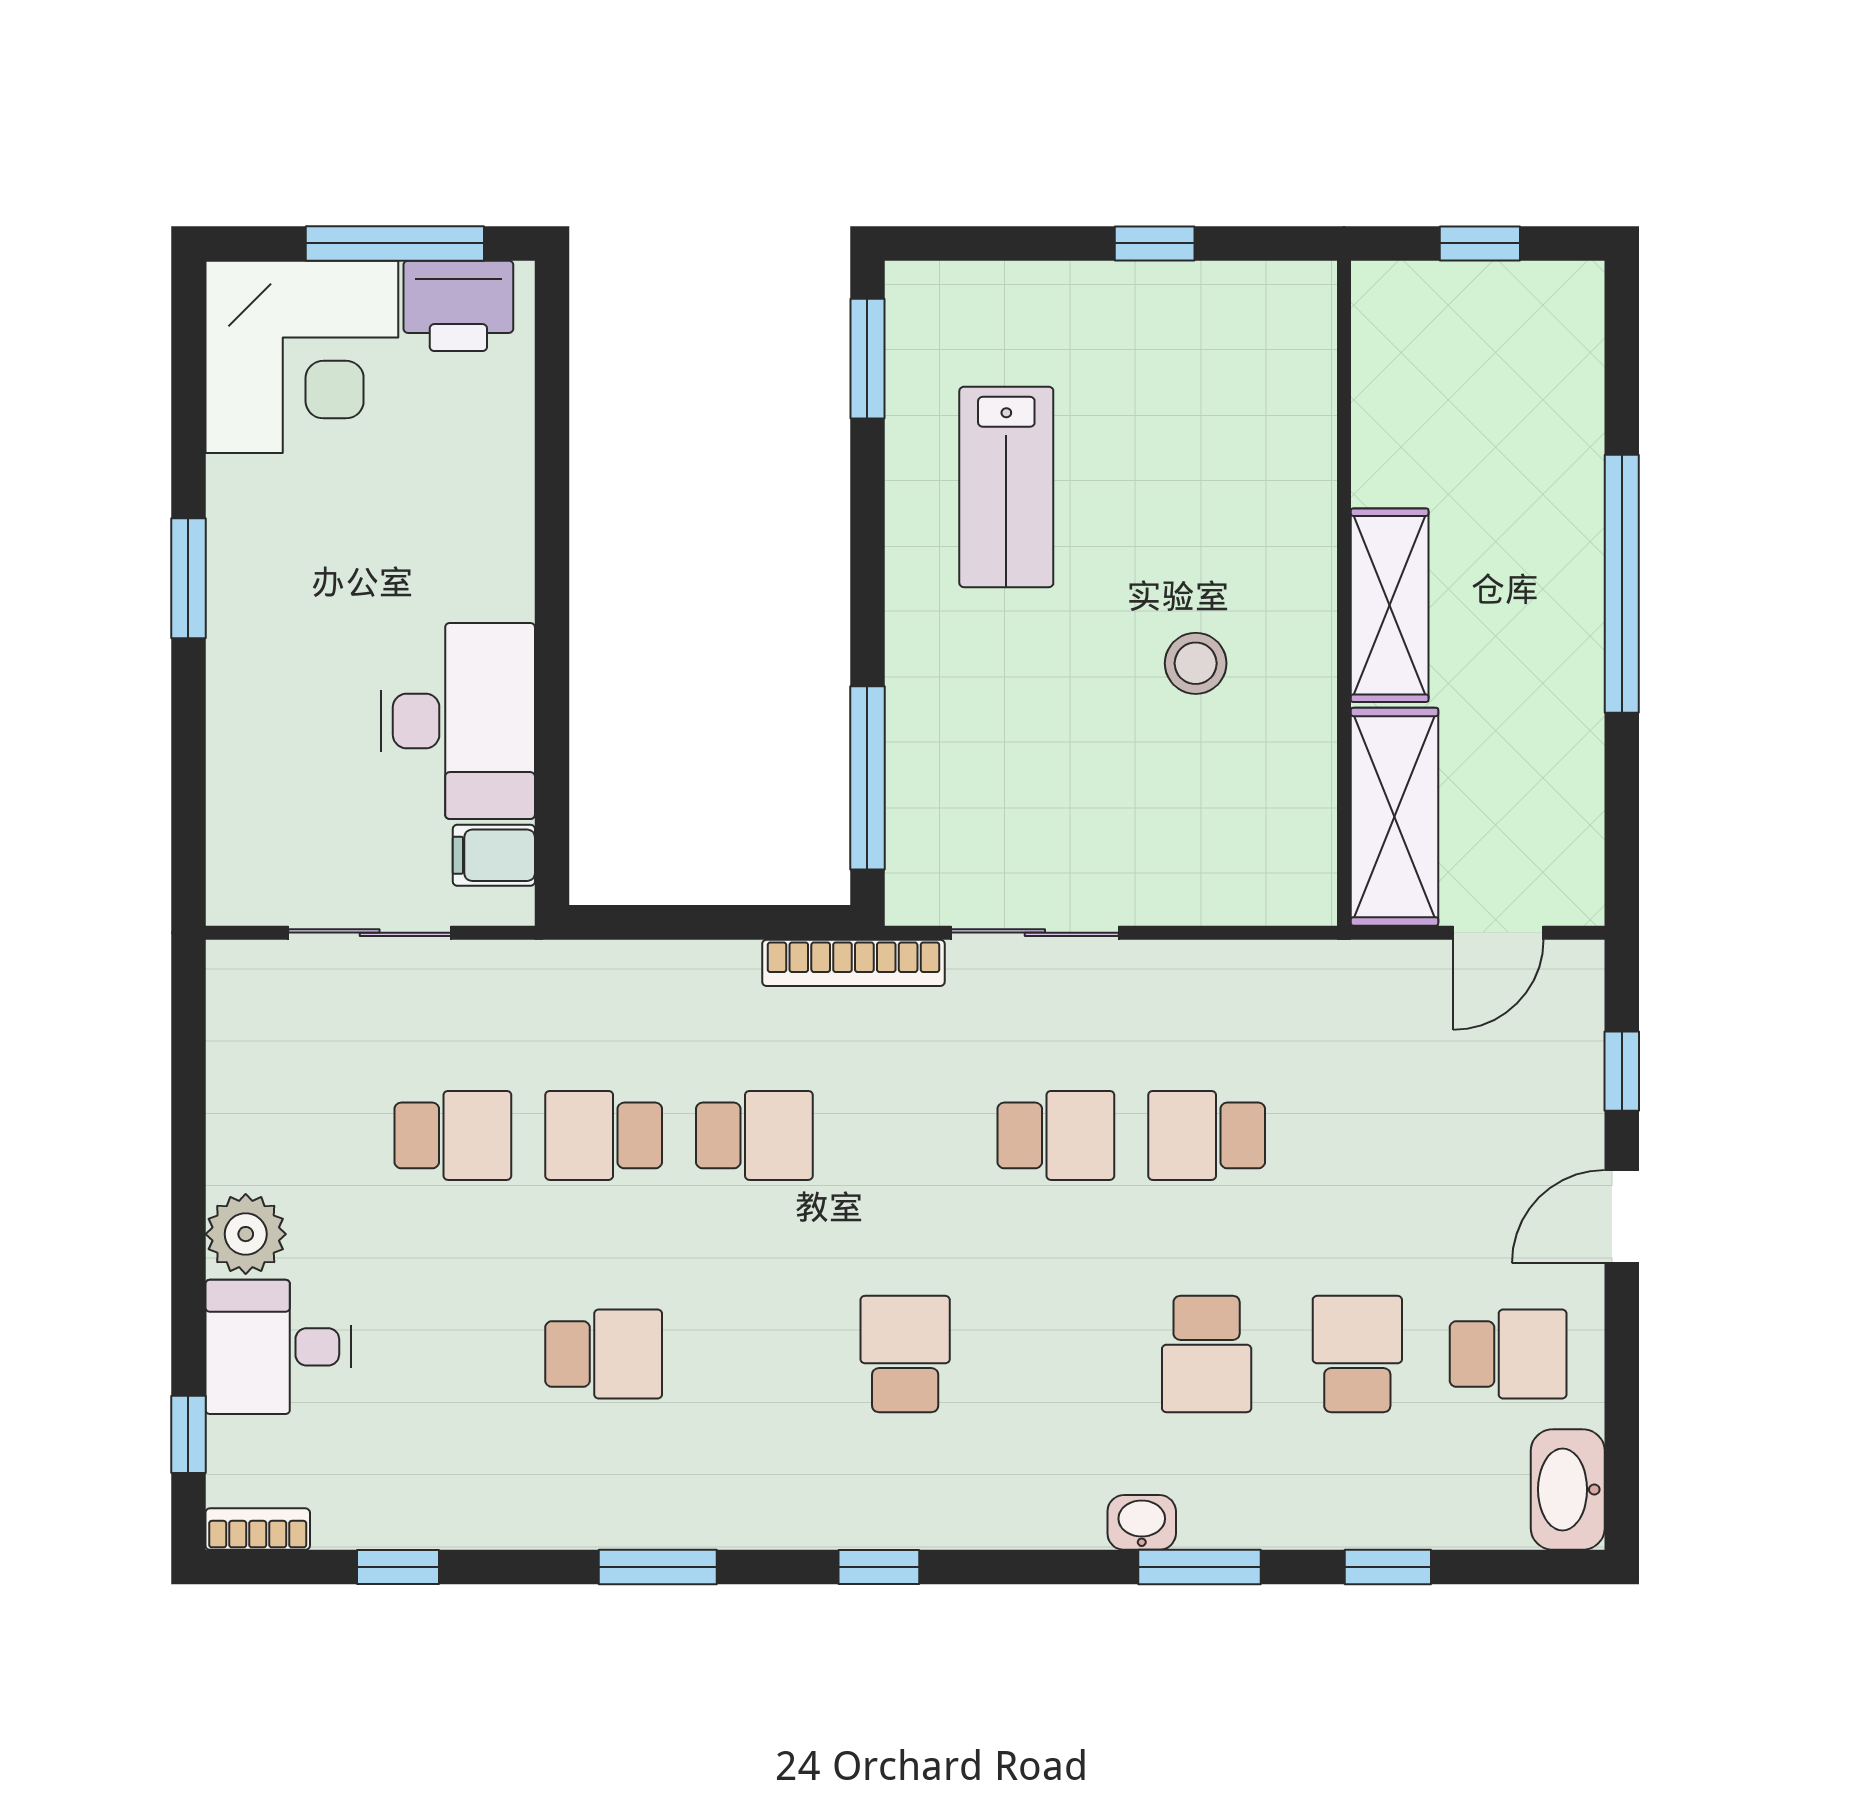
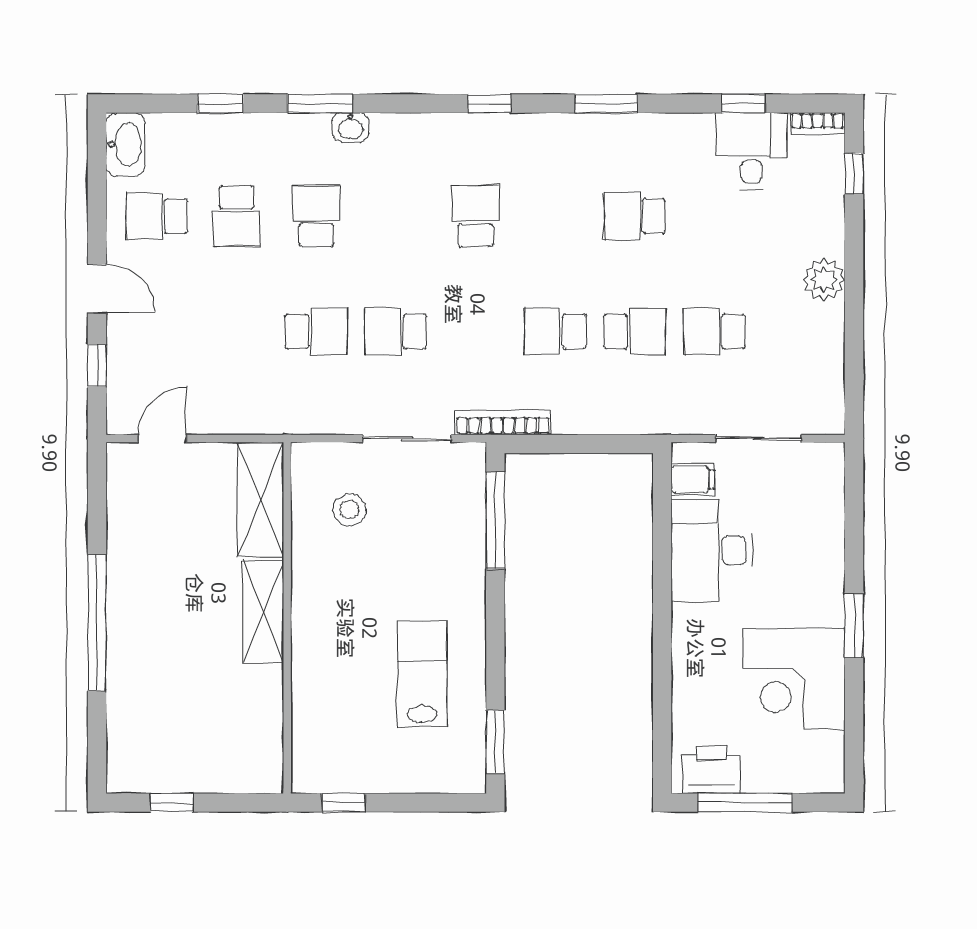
corner desk: (302, 357) -> (794, 679), moved, turned -90
wall: (1344, 593) -> (287, 618), moved
shelving: (1390, 605) -> (263, 612), moved
stool: (1196, 663) -> (349, 510), moved
shelving: (1395, 817) -> (260, 500), moved
door: (1622, 1217) -> (97, 289), hinge flipped
desk: (278, 1347) -> (752, 151), moved, turned -90
school desk: (905, 1354) -> (475, 216), turned 180

